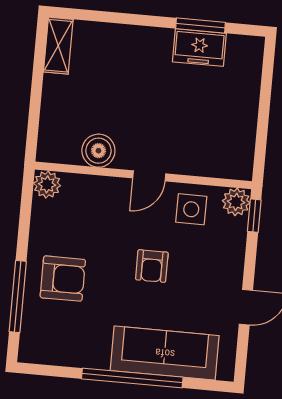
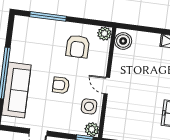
boiler: (98, 151) -> (123, 41), moved
armchair: (63, 279) -> (78, 46), moved

